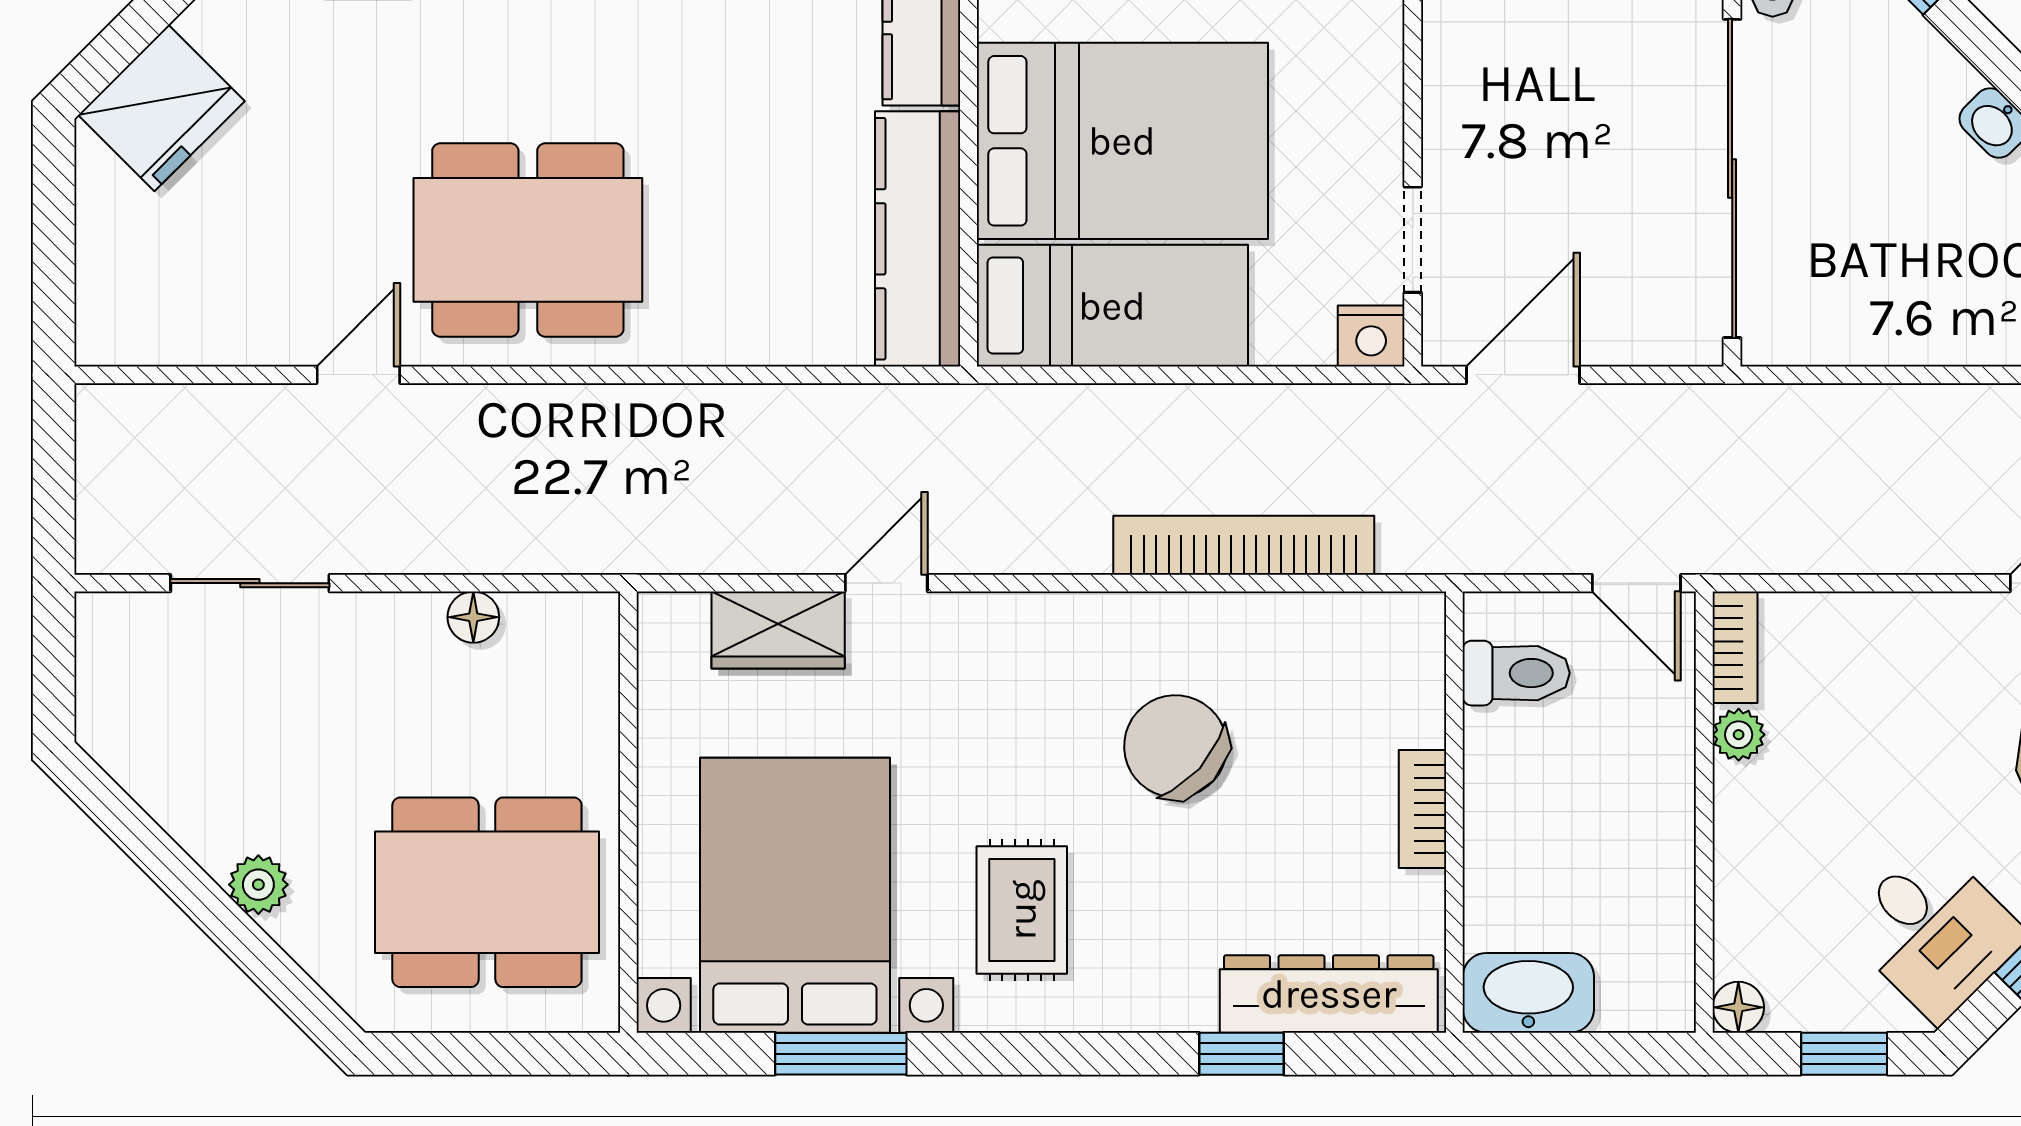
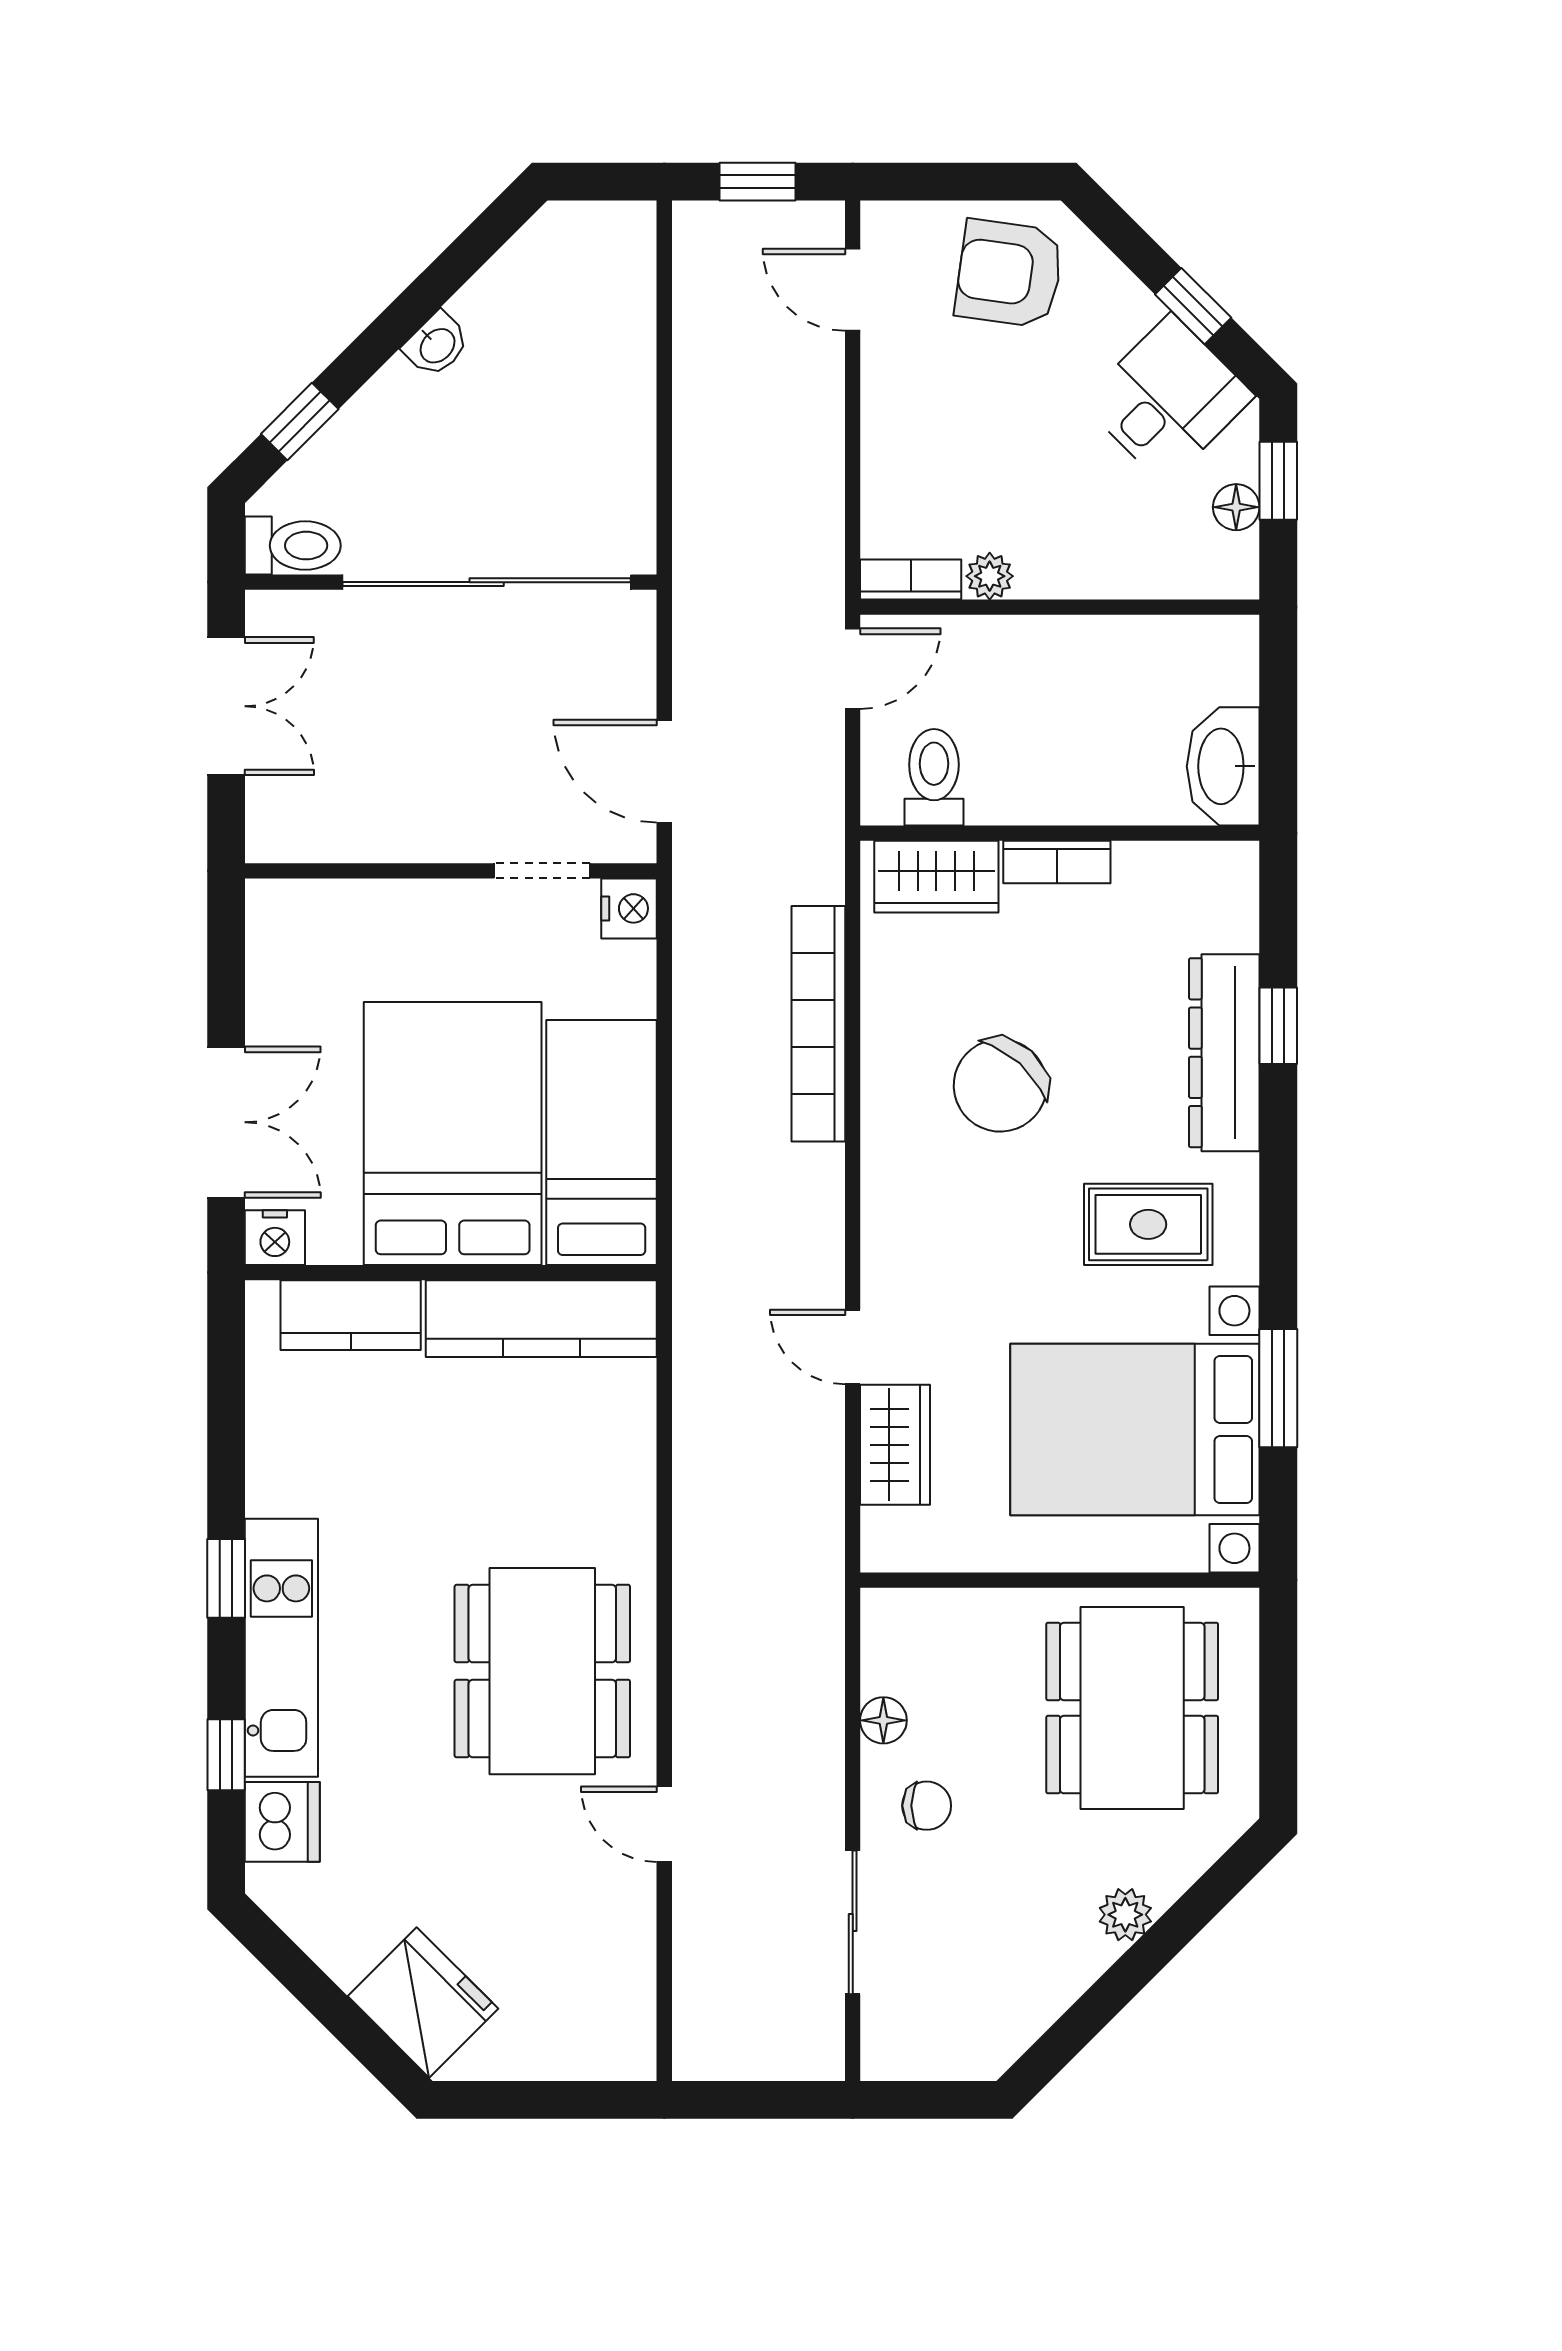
chair: (379, 665) -> (927, 1806), added
wardrobe: (1406, 676) -> (936, 877), added
dresser: (1329, 994) -> (1224, 1053), moved
floor lamp: (1738, 1007) -> (1236, 507), moved

